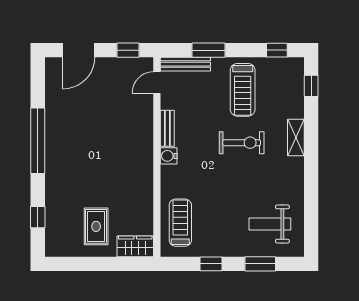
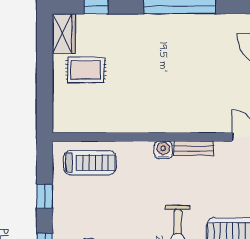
wardrobe: (135, 246) -> (64, 34), moved

